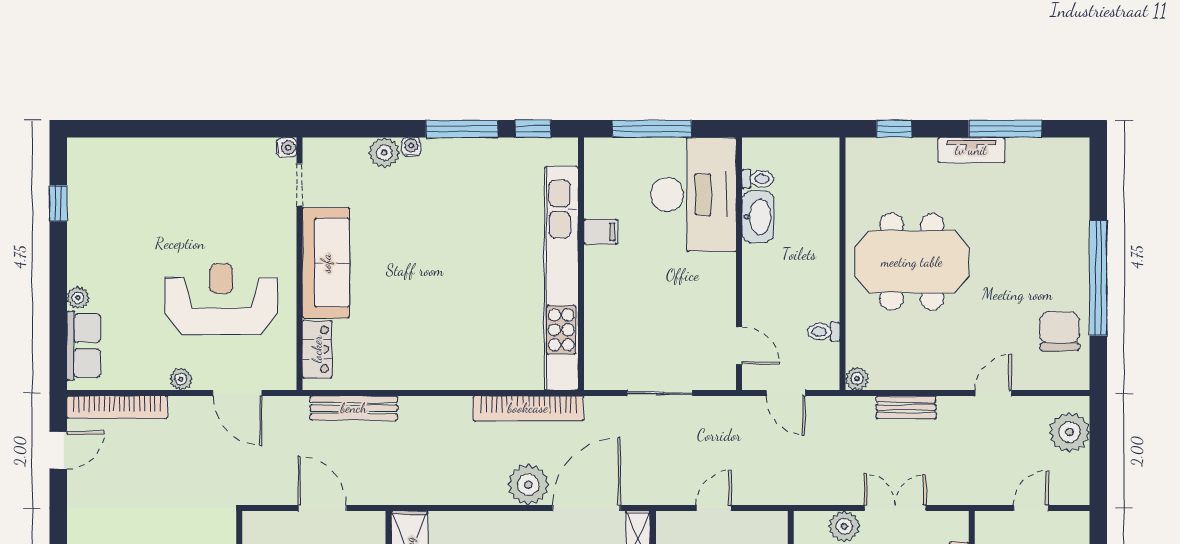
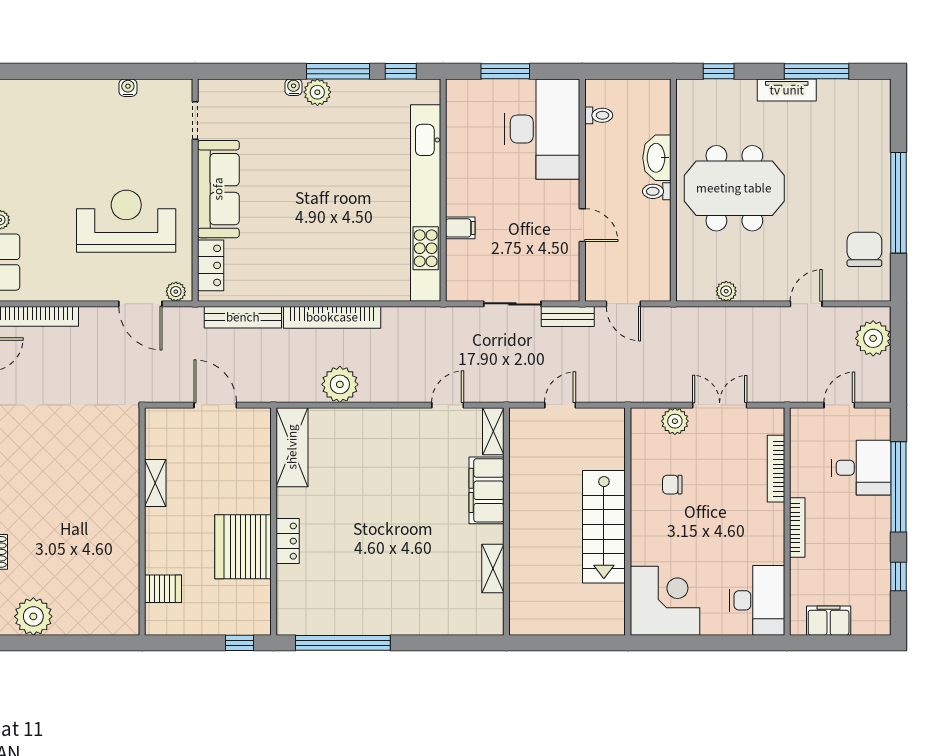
window: (652, 129) -> (505, 71), width x0.69
water cooler: (287, 147) -> (128, 88), moved, turned -90
plant: (384, 153) -> (317, 92), moved
washbasin: (758, 217) -> (657, 158), moved, turned 180
filing cabinet: (601, 232) -> (460, 228), moved
toilet: (824, 332) -> (657, 191), moved
door: (739, 346) -> (582, 225), moved
plant: (181, 379) -> (176, 292), moved
plant: (857, 379) -> (726, 291), moved
bench: (906, 407) -> (568, 316), moved
bookcase: (528, 408) -> (332, 317), moved
plant: (528, 485) -> (340, 384), moved
door: (586, 508) -> (448, 405), width x0.53

